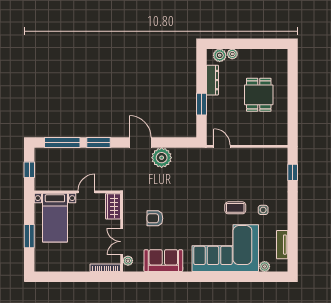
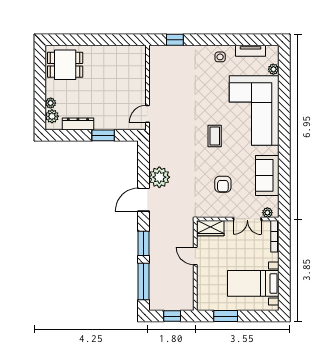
dining table: (259, 95) -> (65, 65), moved
coffee table: (235, 208) -> (215, 136), moved
side table: (263, 210) -> (220, 57), moved
bed with nightstands: (55, 218) -> (253, 283), moved, turned 180
window: (29, 236) -> (226, 316), moved

